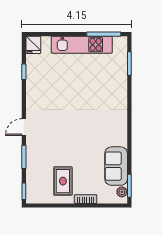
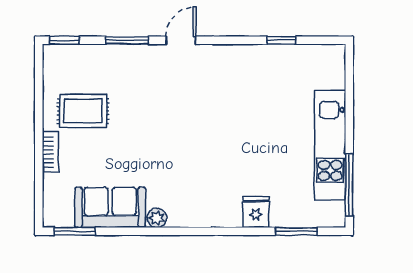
fridge: (33, 45) -> (256, 212), moved, turned 90
door: (24, 127) -> (181, 40), hinge flipped
plant: (122, 192) -> (157, 218), moved

